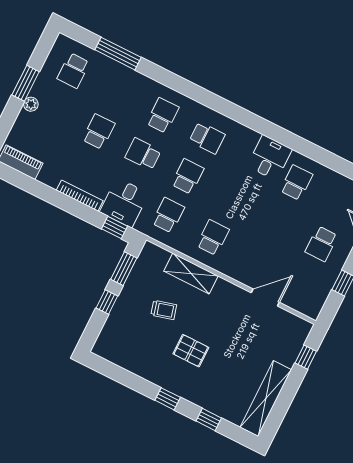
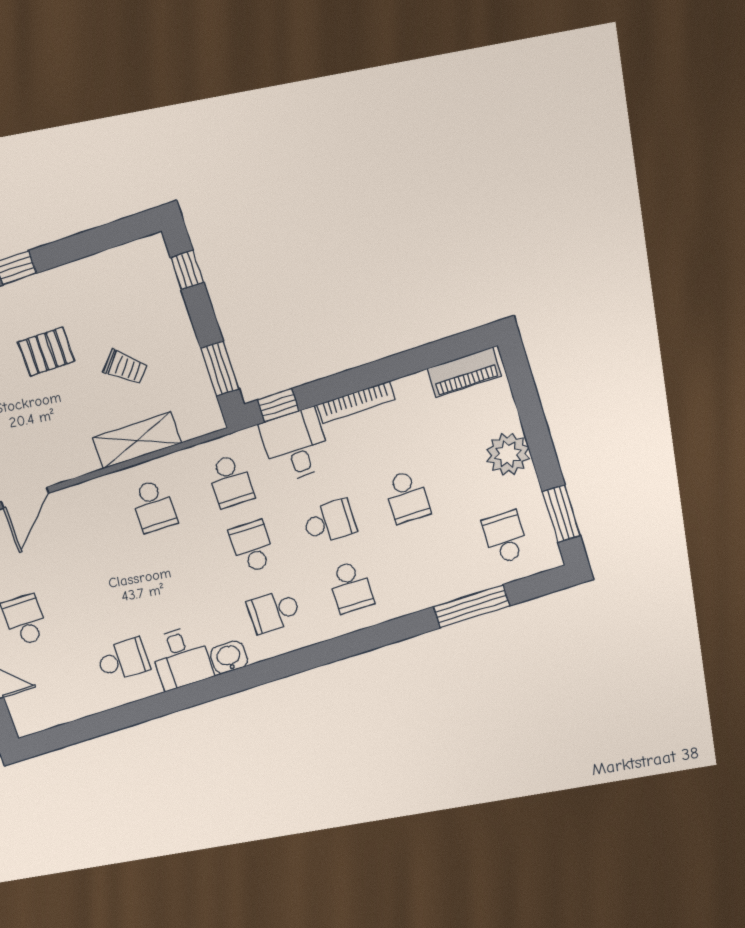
window: (26, 83) -> (561, 514), moved
plant: (31, 104) -> (508, 454), width x1.88, depth x1.88
washbasin: (248, 137) -> (229, 657), added
school desk: (188, 176) -> (252, 547), turned 180
school desk: (296, 183) -> (123, 660), turned -90
window: (107, 302) -> (187, 270), moved
trolley: (164, 310) -> (125, 367), turned -125

